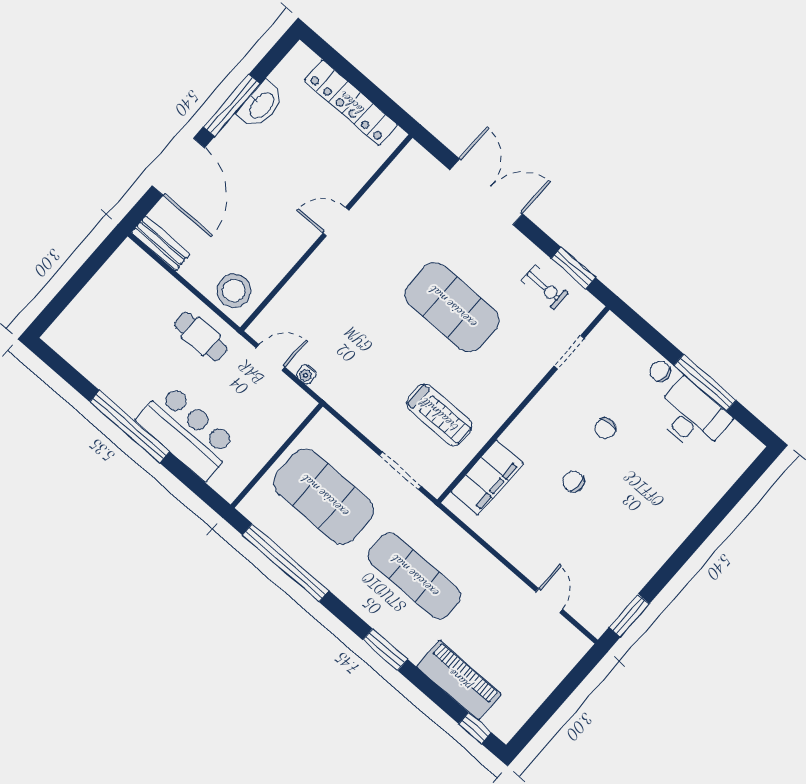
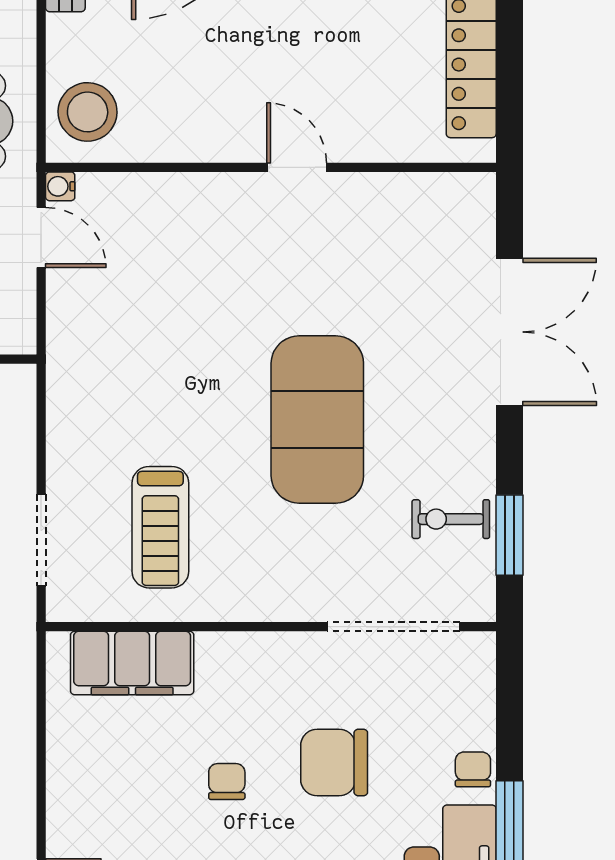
exercise bike: (545, 287) -> (451, 519), turned 90
doorway: (569, 352) -> (393, 627), width x1.87
water cooler: (306, 374) -> (60, 186), moved
chair: (605, 428) -> (334, 763), width x1.87, depth x1.87

